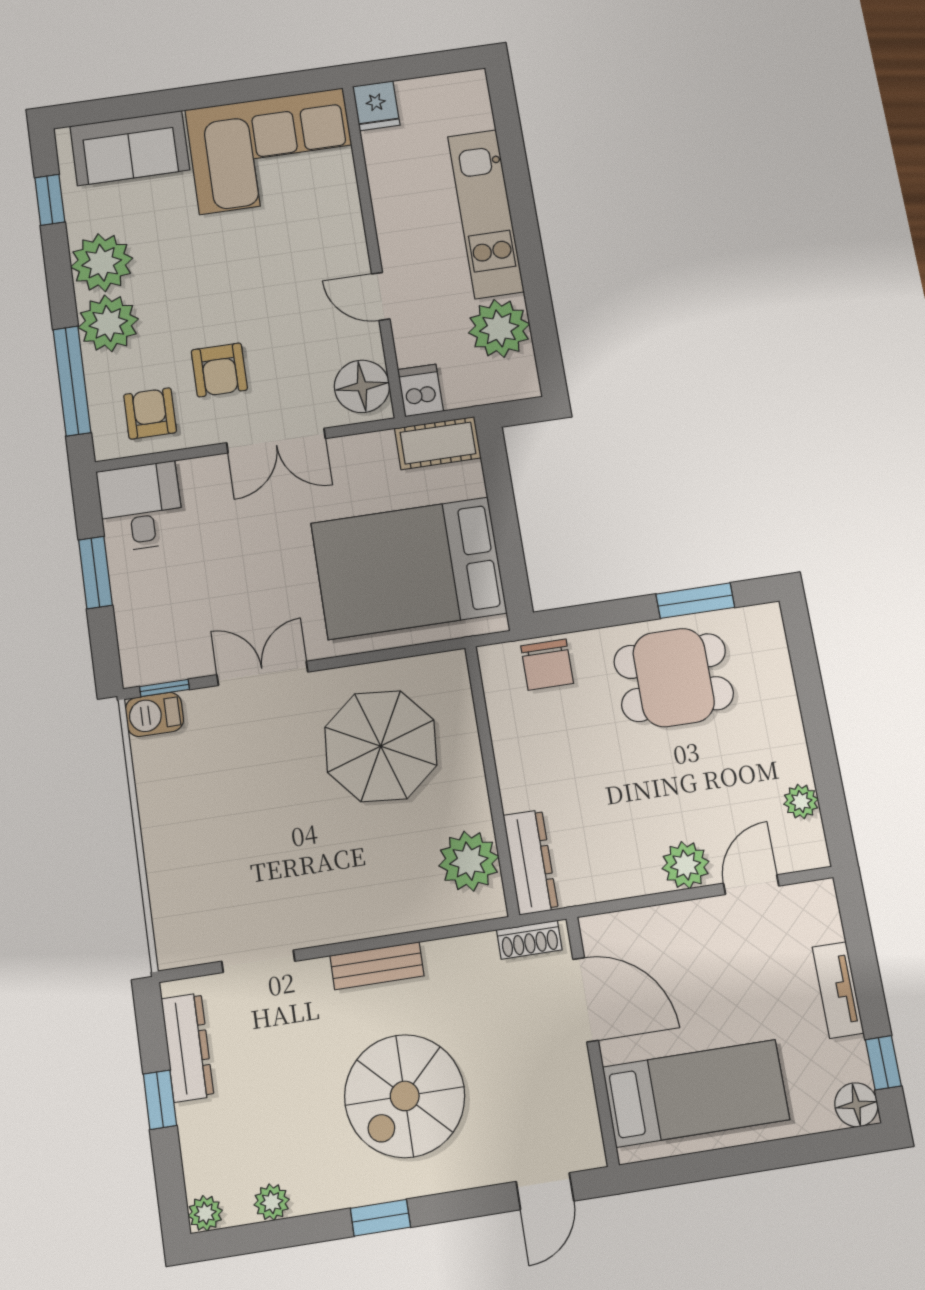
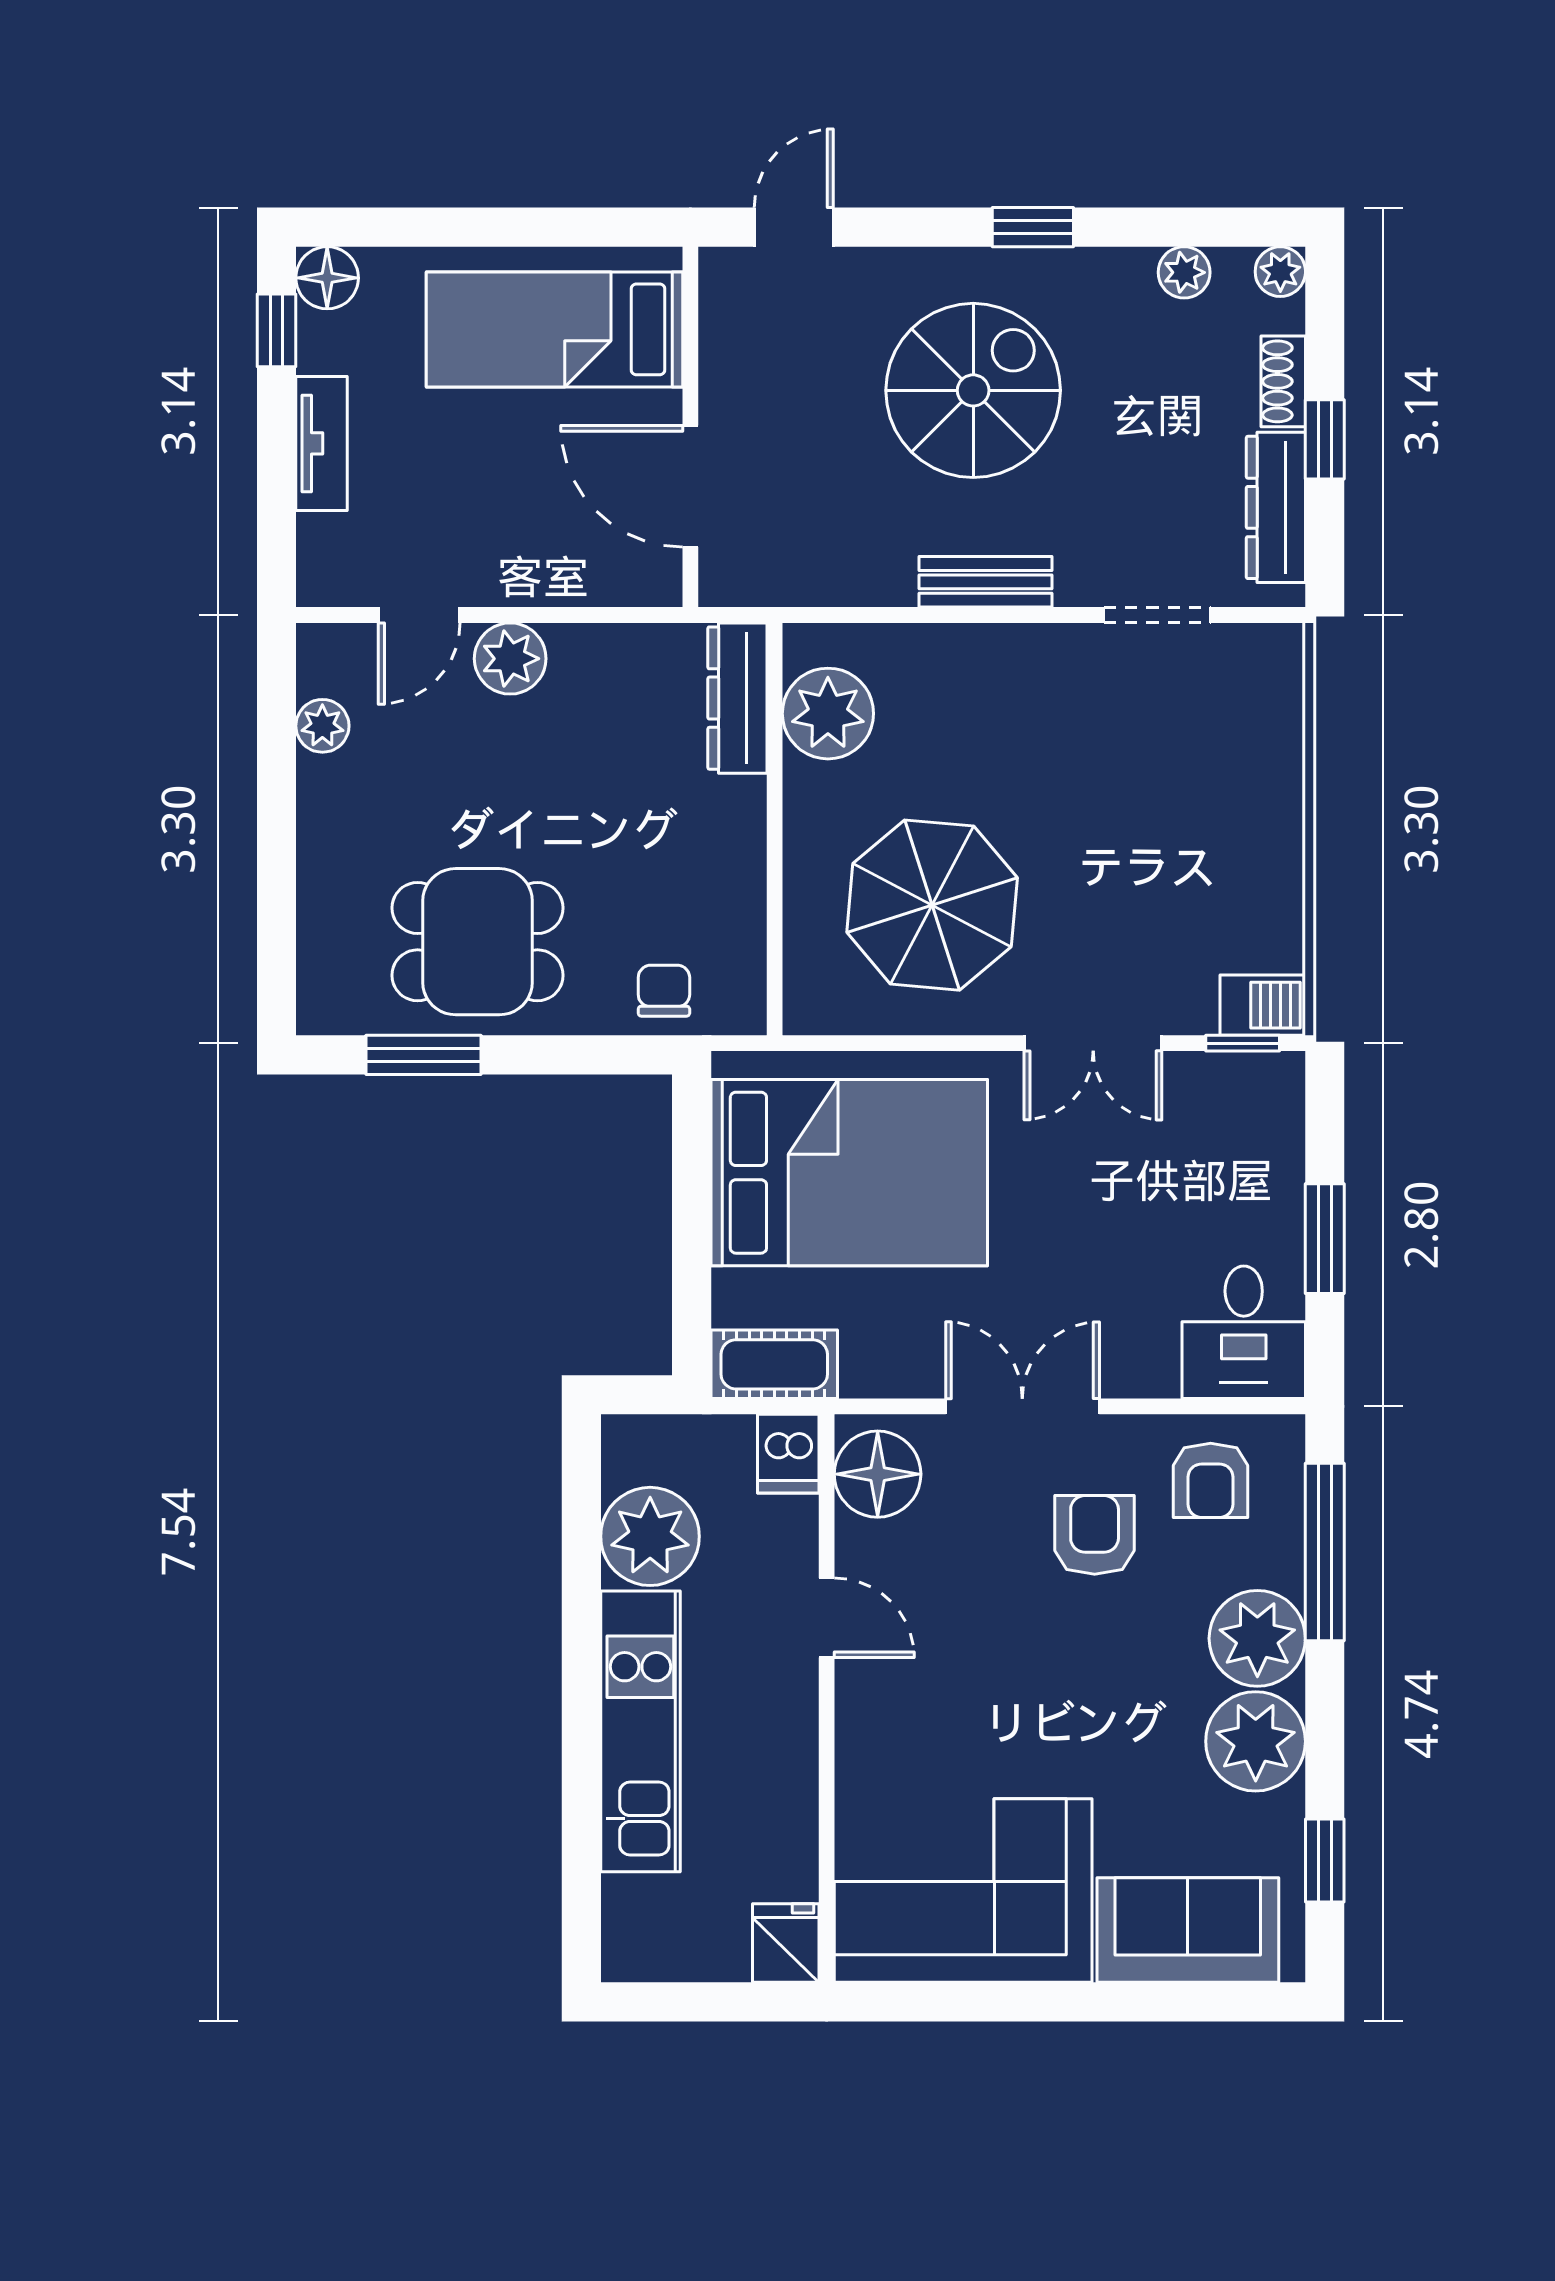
chair: (547, 665) -> (664, 991), width x0.73, depth x0.73
shoe rack: (529, 940) -> (1283, 381), moved, turned -90

